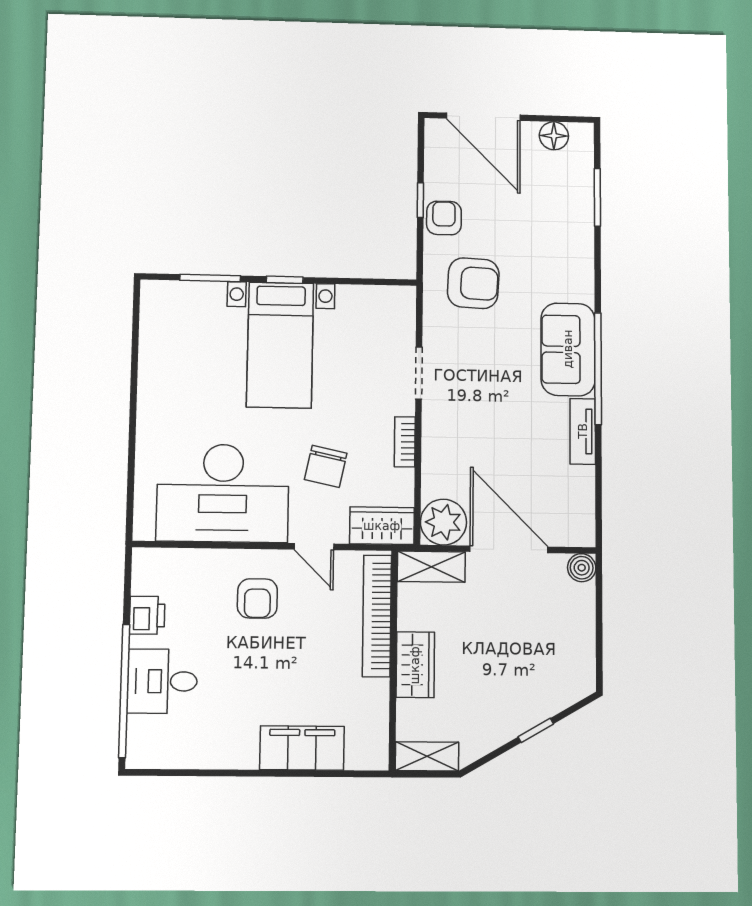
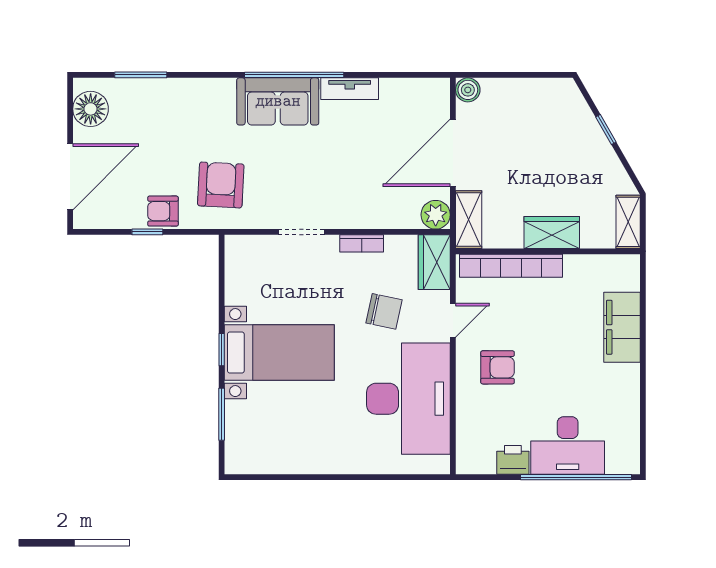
floor lamp: (554, 136) -> (91, 109), width x1.38, depth x1.38
plant: (443, 522) -> (436, 215), width x0.73, depth x0.73
desk: (162, 681) -> (568, 446), width x1.37

